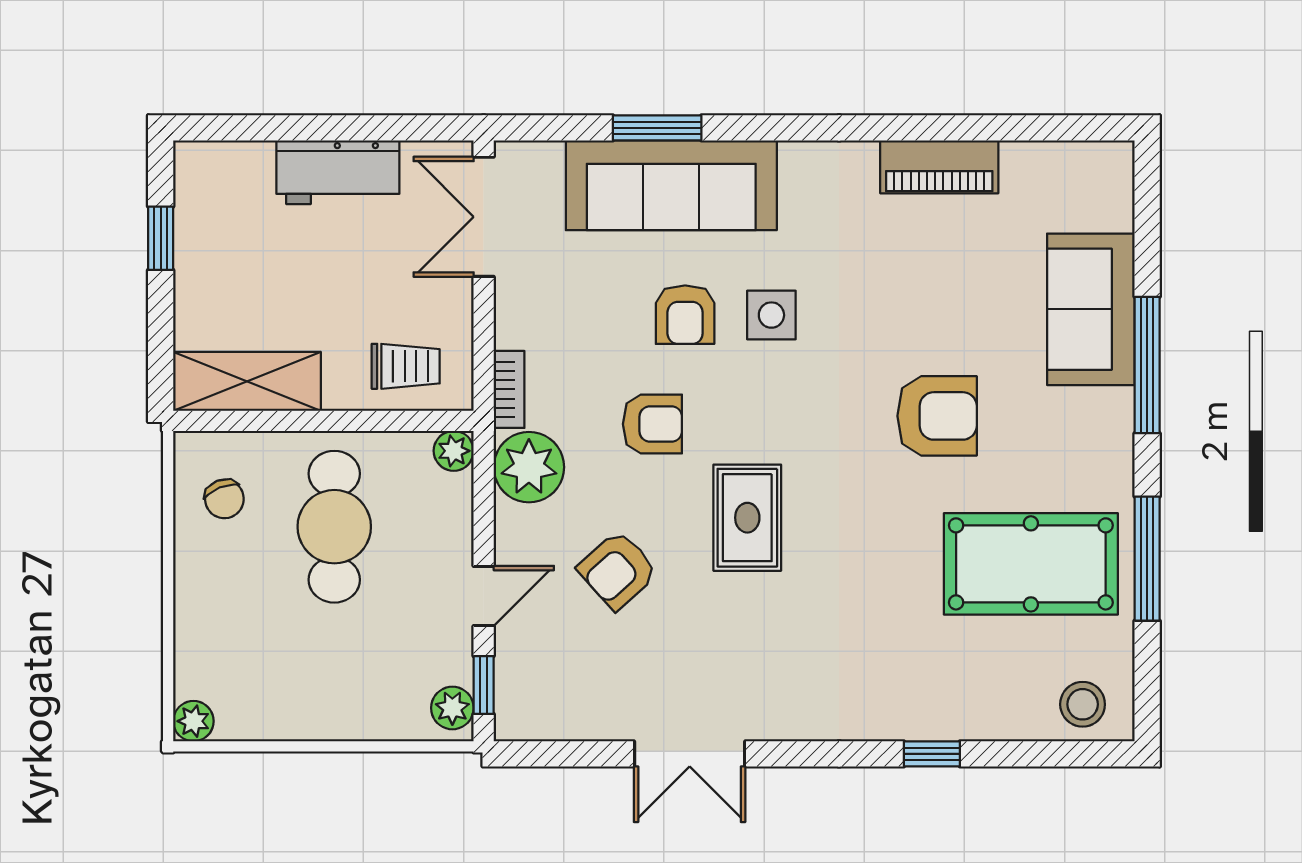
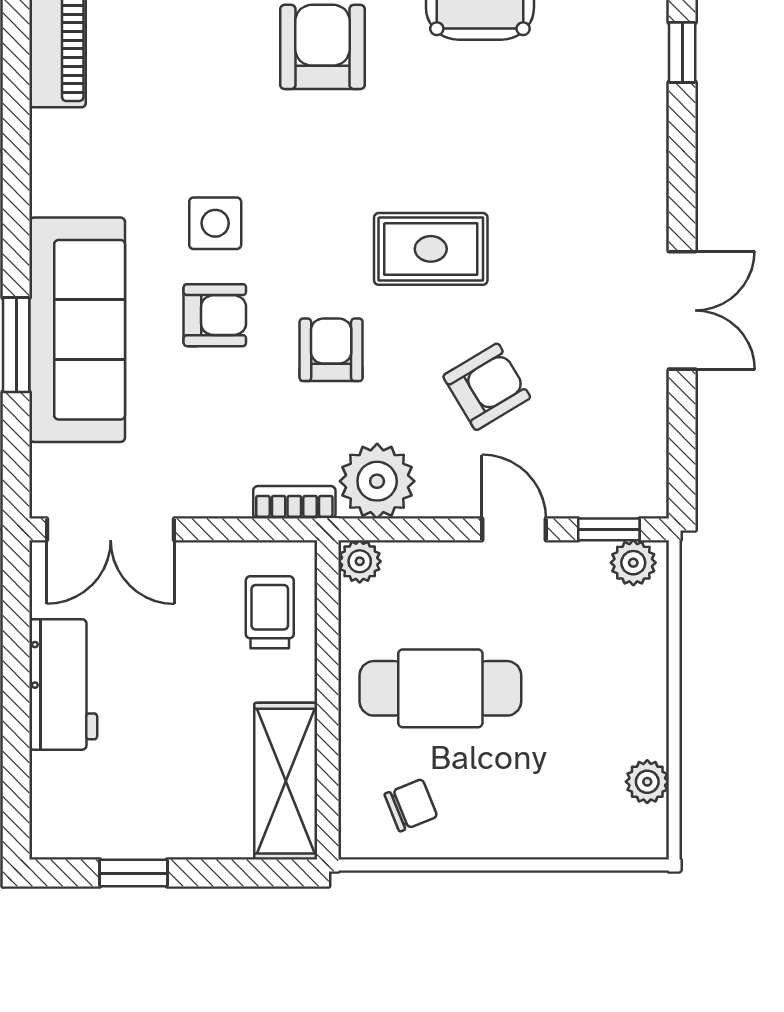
armchair: (618, 570) -> (487, 387), turned -79
plant: (193, 721) -> (647, 782), moved

